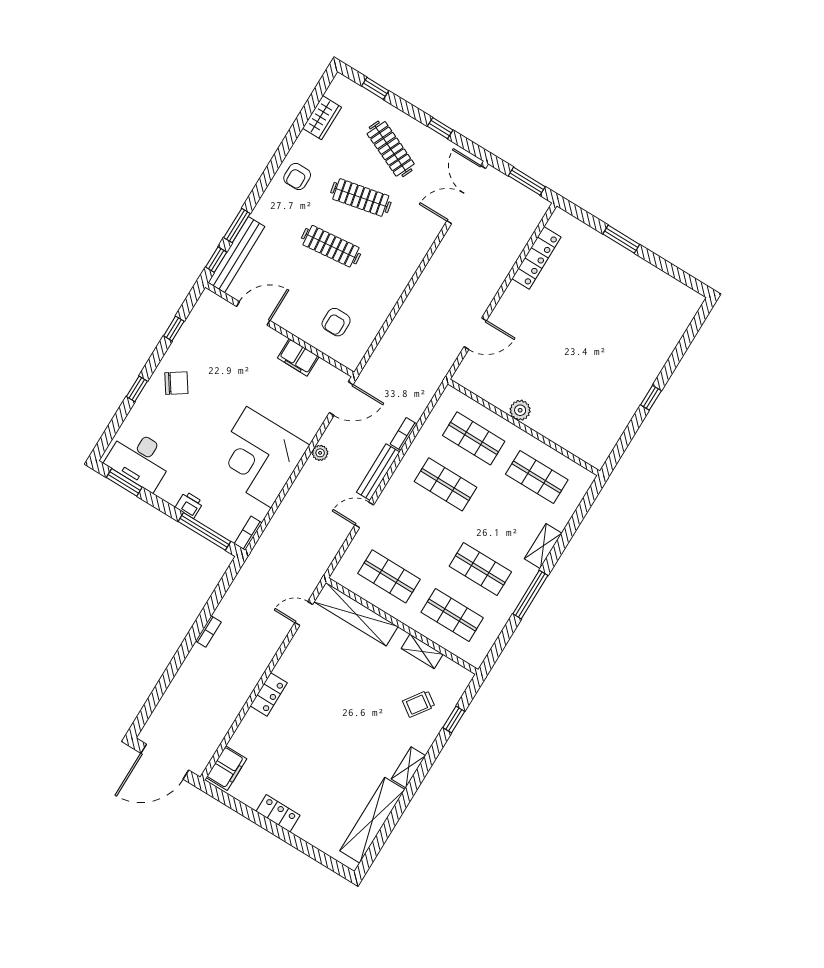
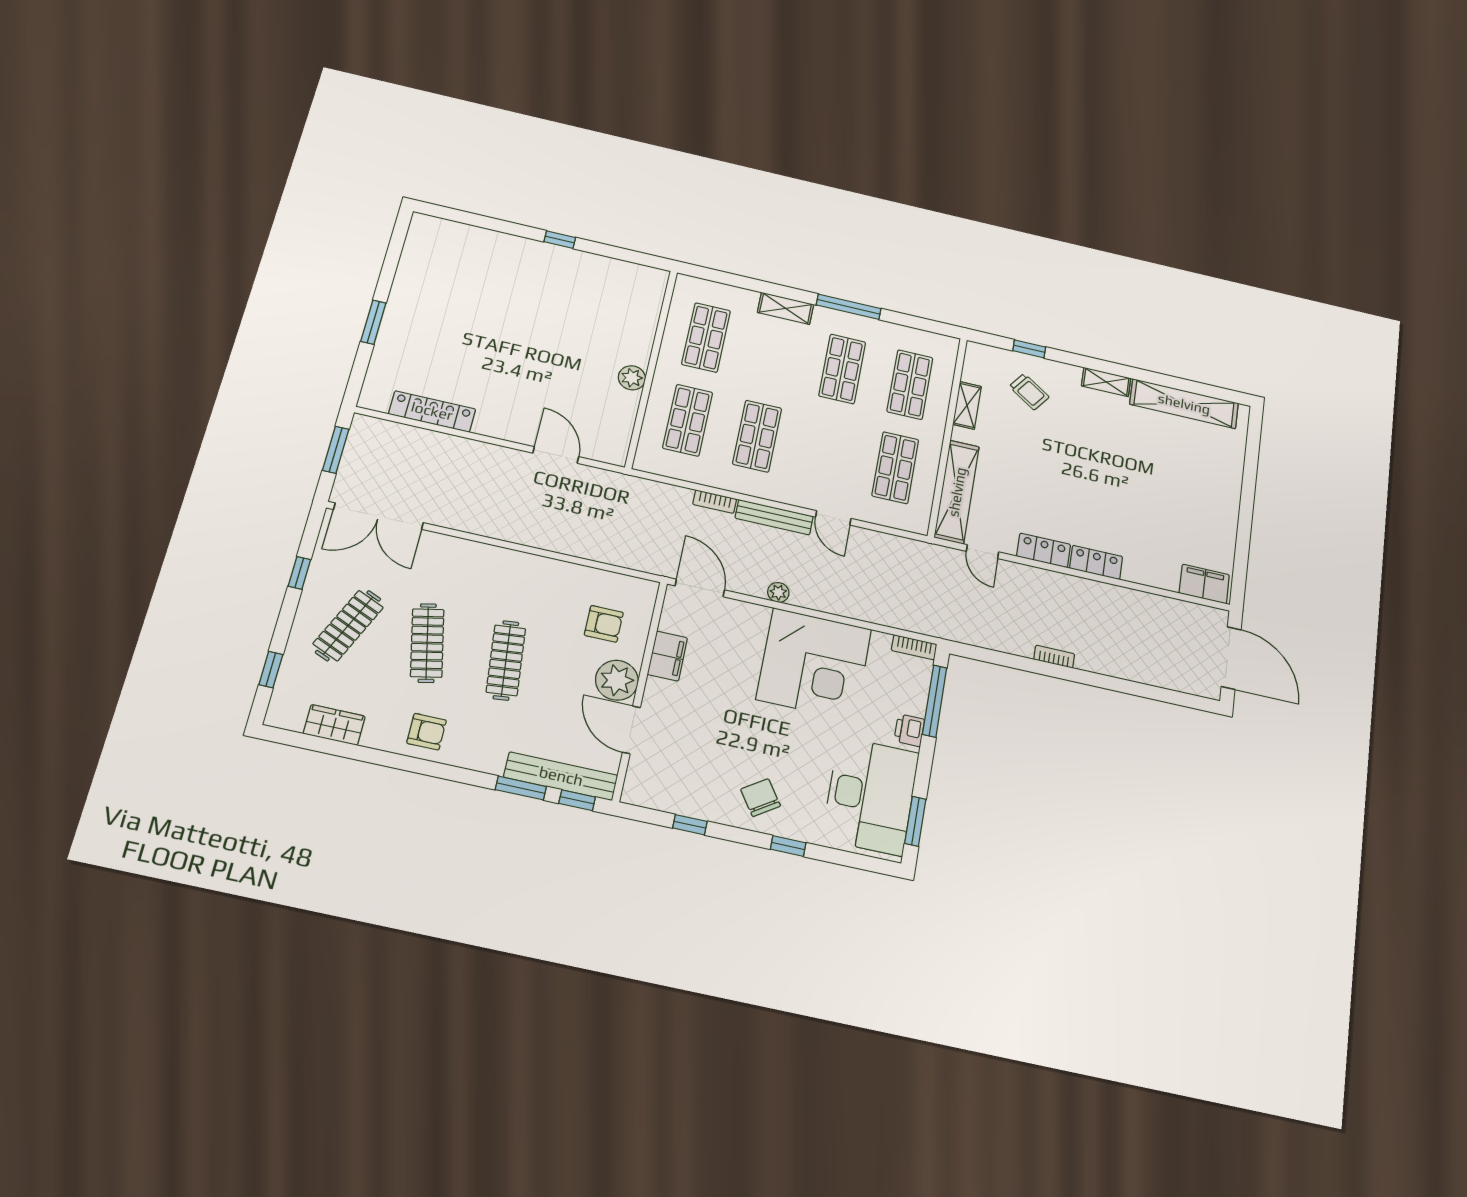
plant: (292, 316) -> (617, 680), added
desk: (140, 459) -> (871, 796), width x1.36, depth x1.30
locker: (278, 813) -> (1044, 550), moved, turned 90

